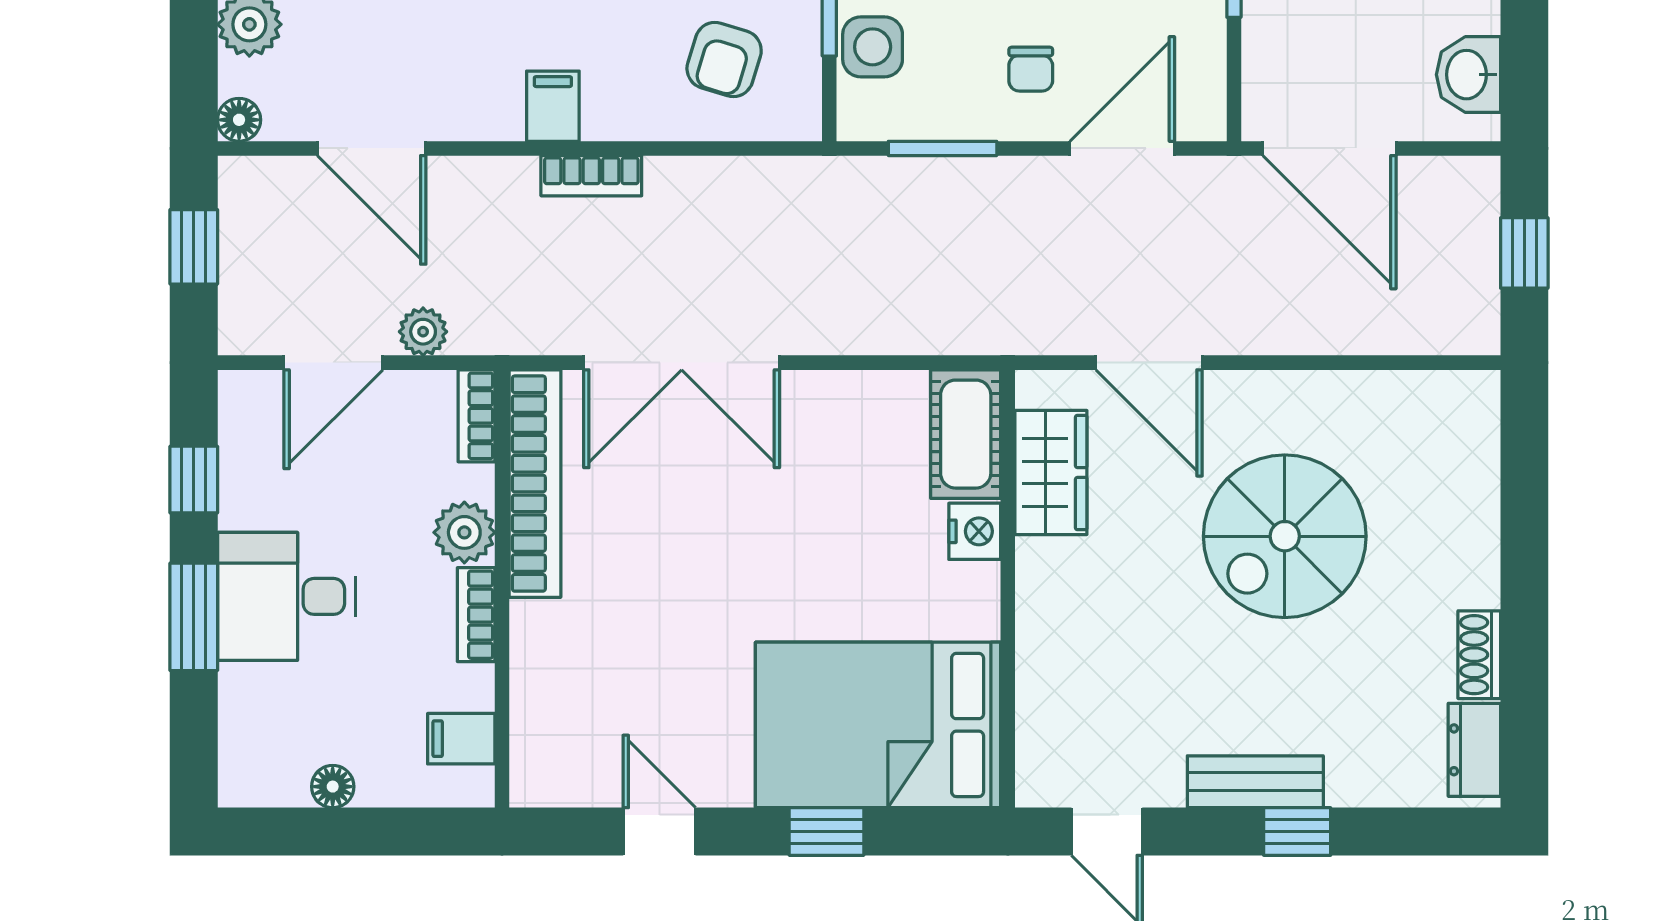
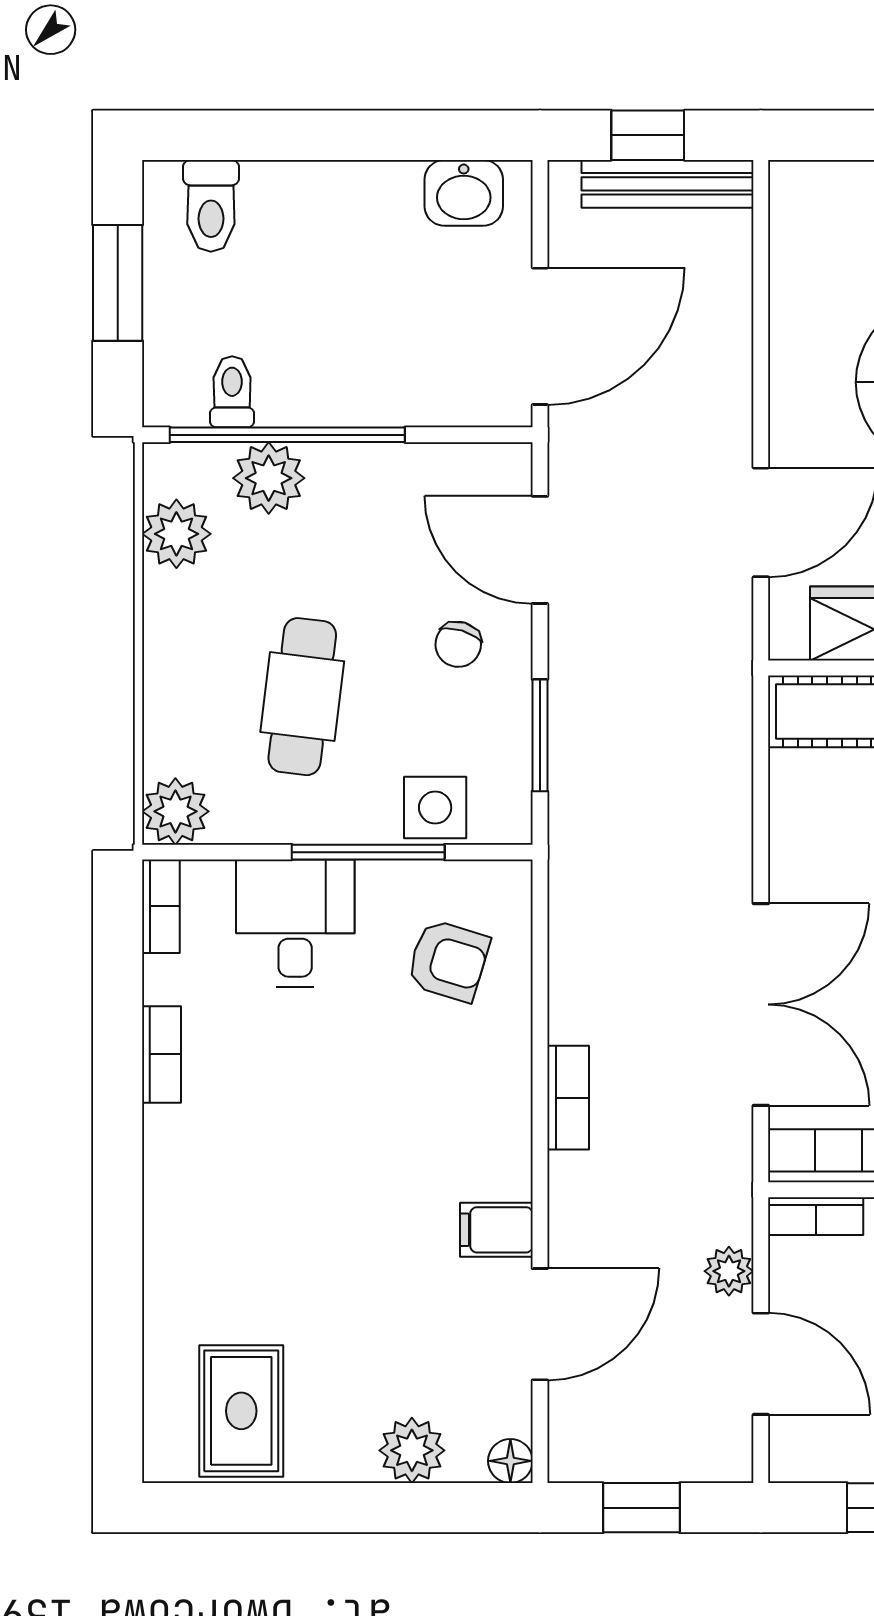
chair: (1031, 69) -> (458, 644), turned 107
filing cabinet: (553, 106) -> (496, 1230), moved
bench: (1477, 272) -> (668, 184), added

